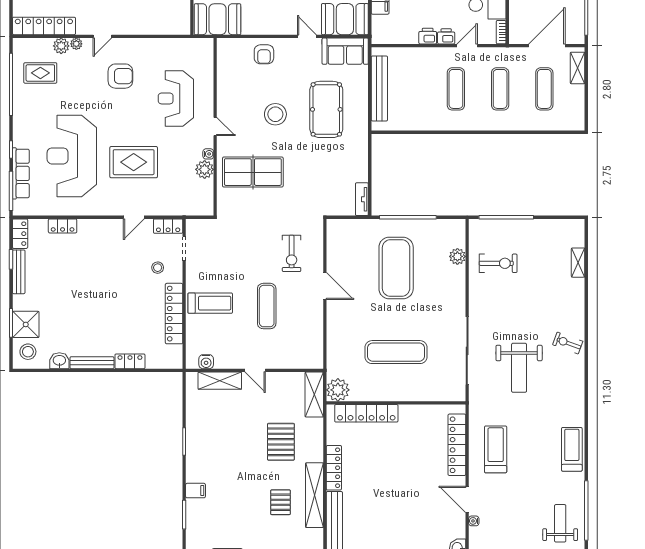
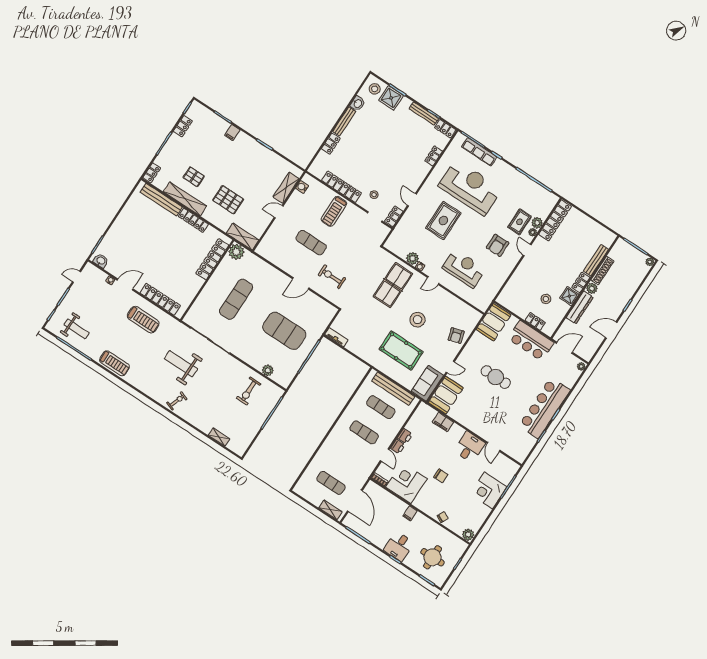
armchair: (264, 54) -> (456, 336), turned -107
rug: (40, 73) -> (520, 222), moved
exercise mat: (500, 89) -> (381, 407), moved

